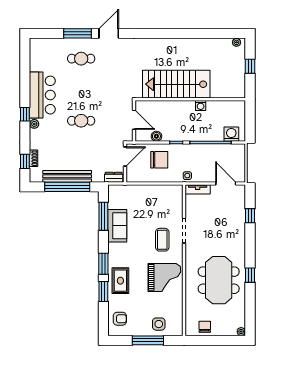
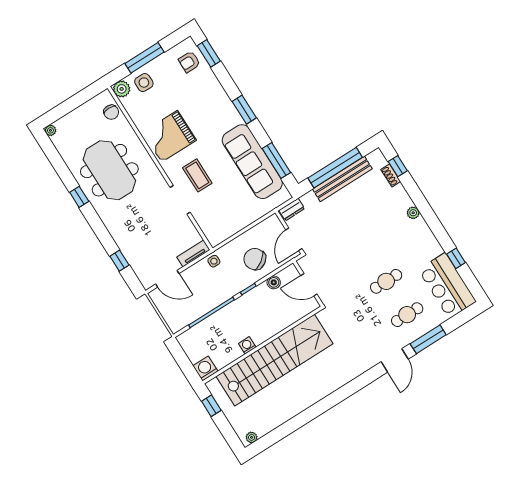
window: (250, 66) -> (211, 406), moved
stairs: (176, 84) -> (275, 360), width x1.36
bar counter: (42, 95) -> (447, 286), moved
window: (25, 114) -> (456, 258), moved
cafe table: (81, 121) -> (386, 281), moved
washing machine: (231, 134) -> (205, 368), moved, turned 180
chair: (159, 160) -> (255, 259), turned 55
sofa: (117, 226) -> (252, 162), width x1.85, depth x1.27
rug: (120, 281) -> (215, 103), removed
window: (103, 291) -> (209, 53), moved
chair: (205, 327) -> (111, 112), moved
plant: (176, 329) -> (122, 89), added

